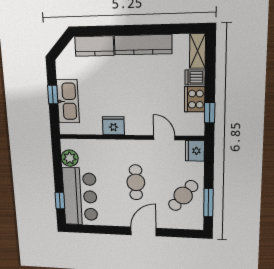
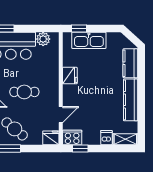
window: (53, 94) -> (79, 29), moved
cooker: (195, 99) -> (72, 137), moved

